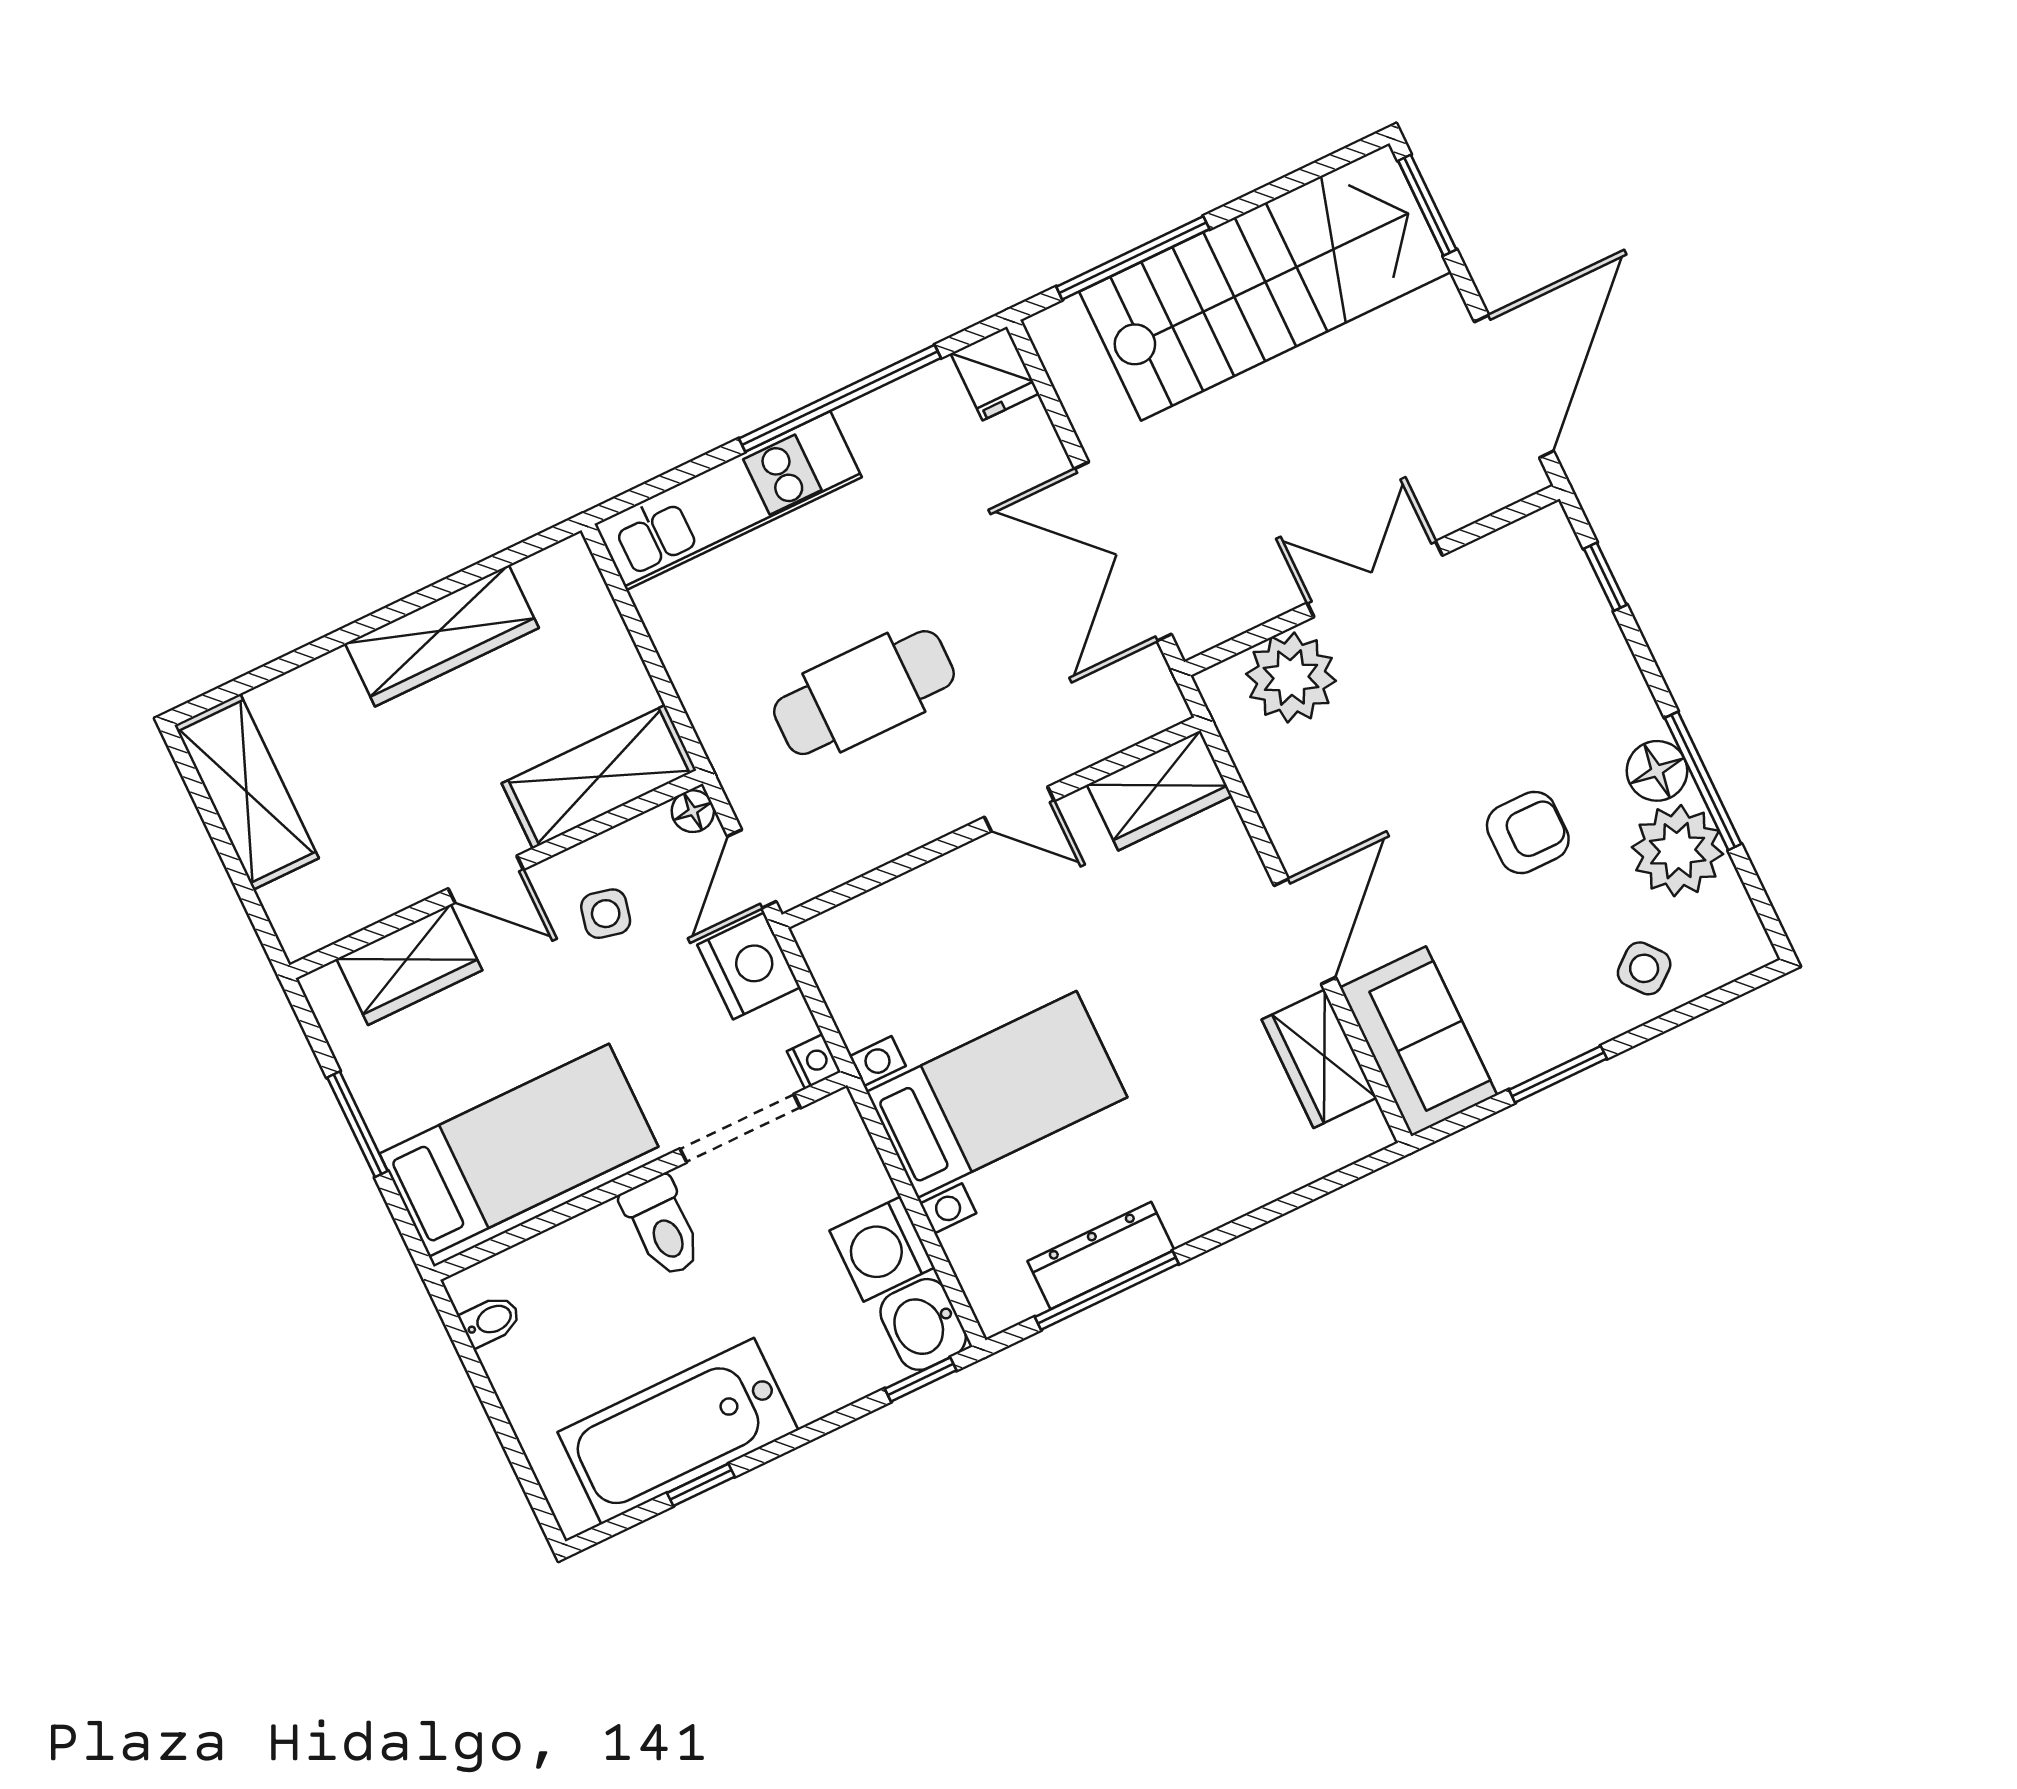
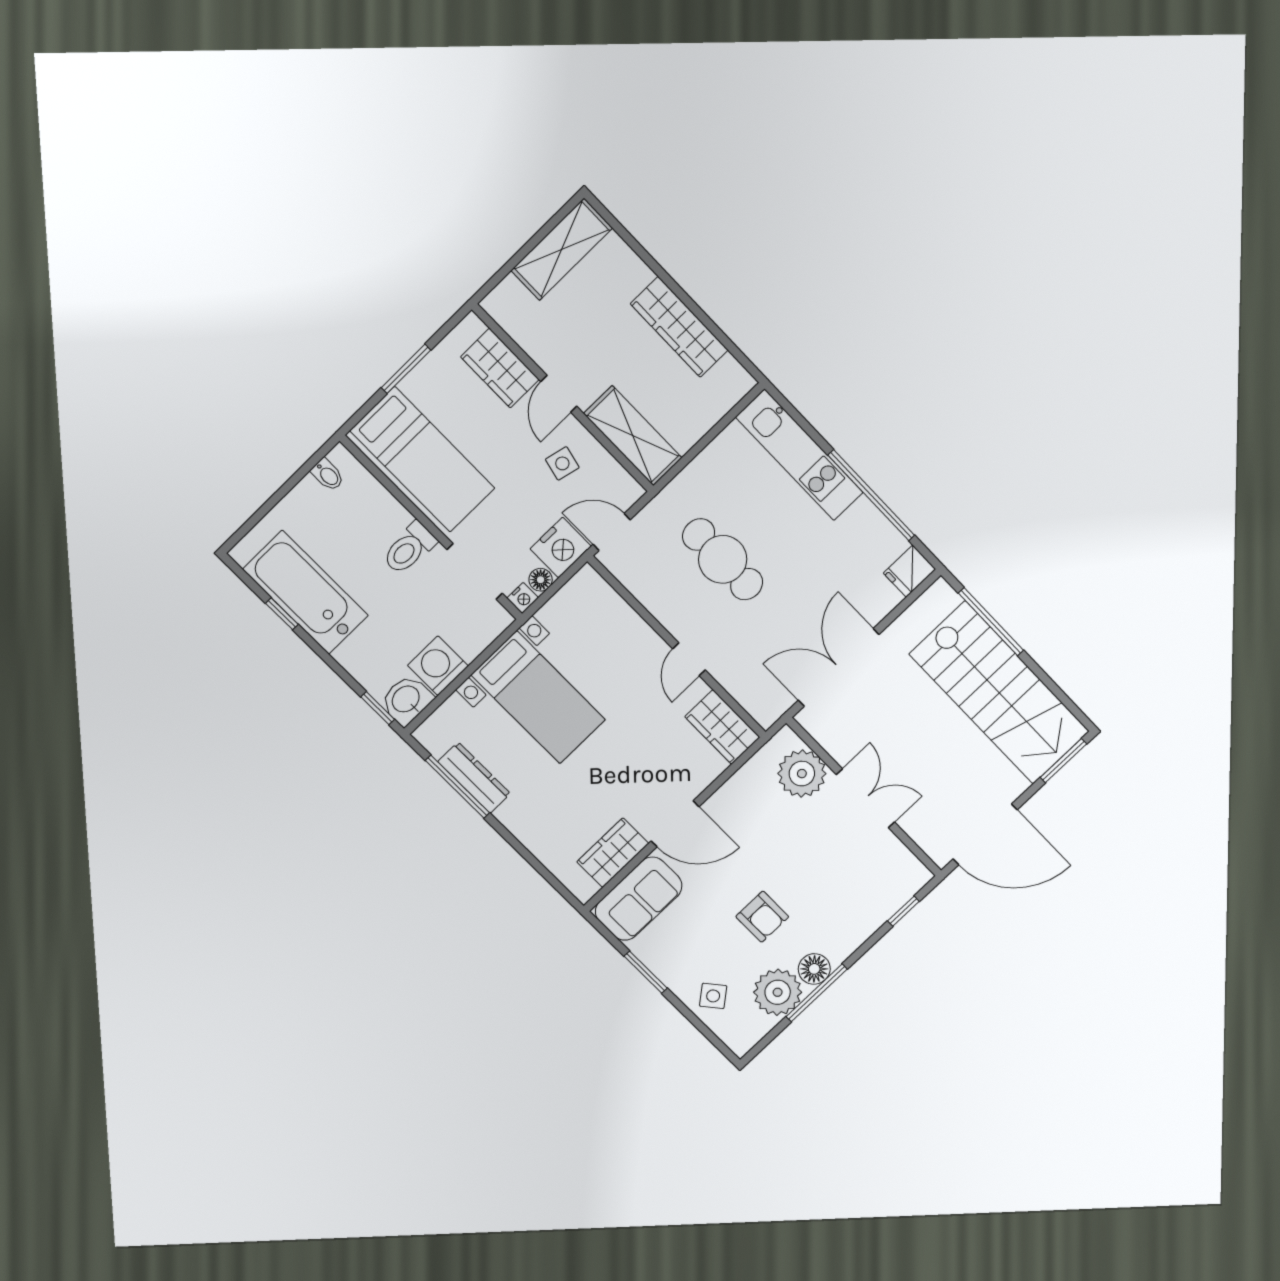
floor lamp: (693, 811) -> (541, 580), moved

